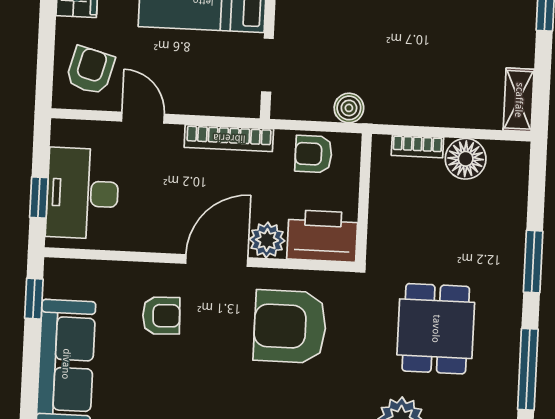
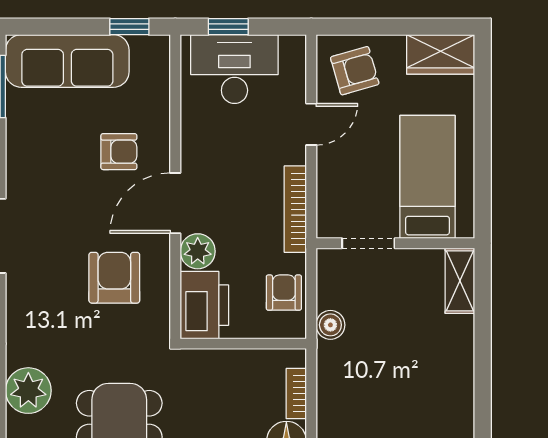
armchair: (90, 70) -> (355, 71), turned -31
door: (217, 260) -> (175, 203), swing flipped
armchair: (161, 316) -> (119, 152), turned -88
armchair: (290, 327) -> (114, 278), width x0.73, depth x0.73

